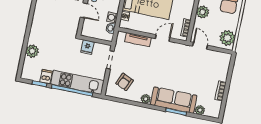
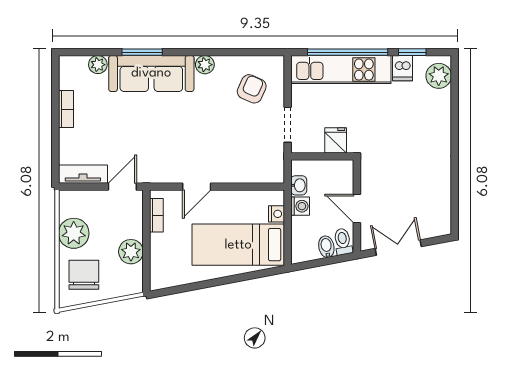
plant: (227, 38) -> (74, 233), moved
tv unit: (138, 40) -> (83, 174), moved
door: (200, 46) -> (122, 187), swing flipped
plant: (32, 51) -> (439, 76), moved

